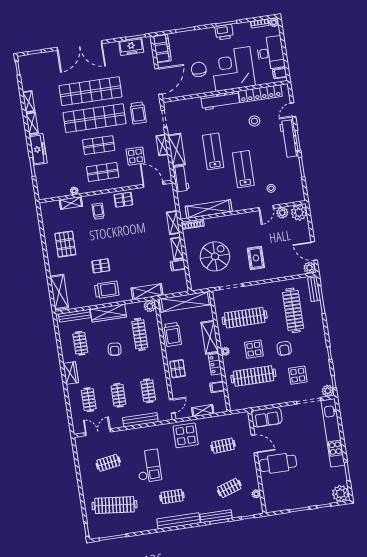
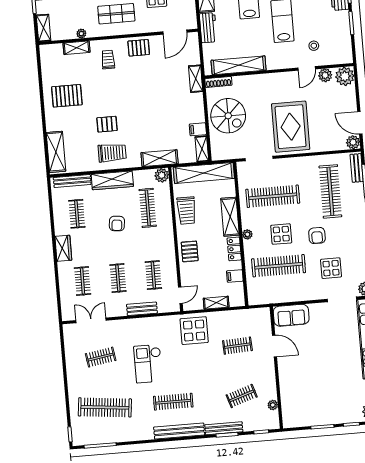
door: (153, 184) -> (175, 32), swing flipped
shelving: (42, 188) -> (44, 28), added
pallet: (65, 244) -> (67, 96), turned 90
shelving: (177, 248) -> (202, 149), moved
spiral stairs: (215, 256) -> (228, 116), moved, turned 90
rug: (256, 258) -> (291, 127), width x1.86, depth x2.06
bench: (140, 420) -> (142, 309), width x0.73
cafe table: (278, 463) -> (301, 371), removed
checkout: (149, 466) -> (148, 364), turned 180
clothes rail: (172, 497) -> (173, 402), width x1.36

